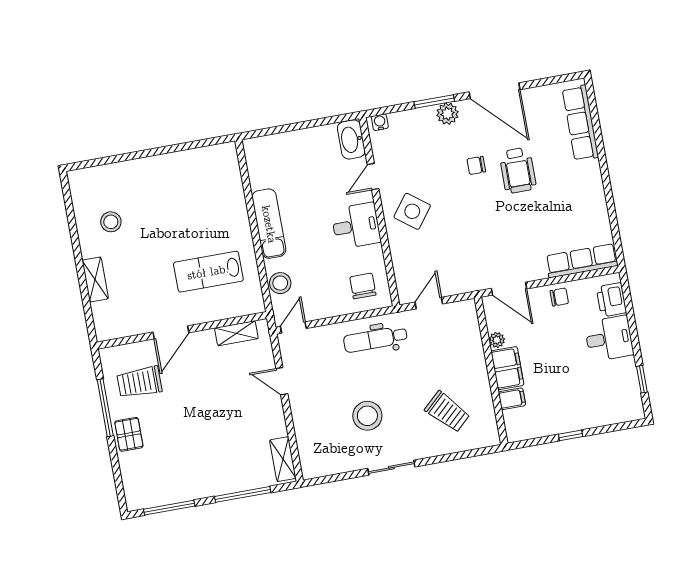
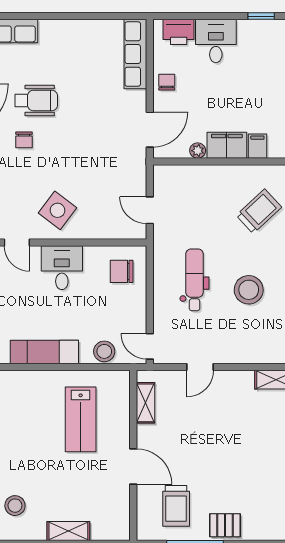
dental chair: (375, 339) -> (195, 280), moved, turned 180

